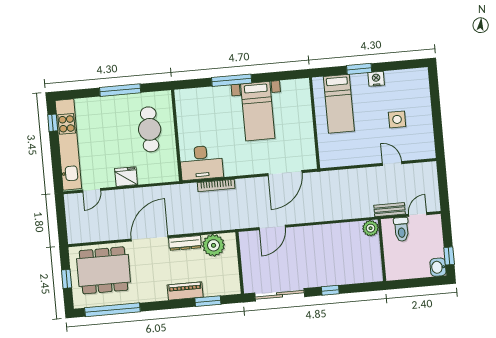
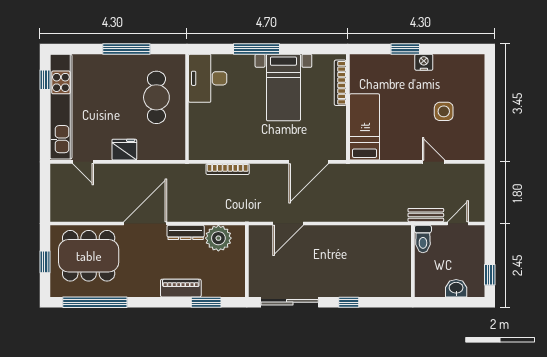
bookcase: (306, 103) -> (340, 83), added
bed: (339, 104) -> (365, 127), moved, turned 180
desk: (201, 163) -> (208, 78), moved, turned 90
door: (92, 190) -> (83, 162), hinge flipped
plant: (371, 228) -> (402, 235), removed
toilet: (401, 229) -> (423, 239), moved
washbasin: (438, 267) -> (456, 288), moved, turned 90

